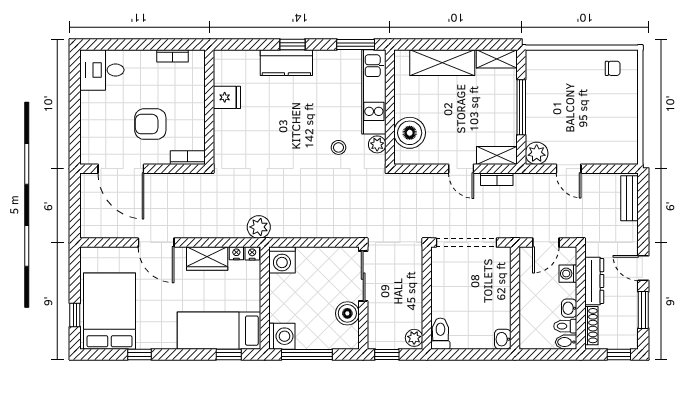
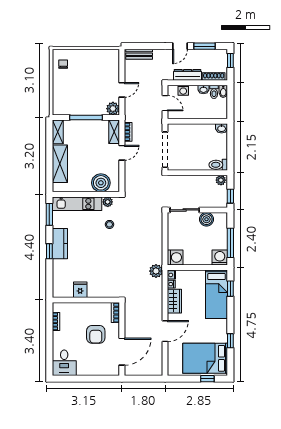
kitchen counter: (286, 63) -> (60, 244), moved

